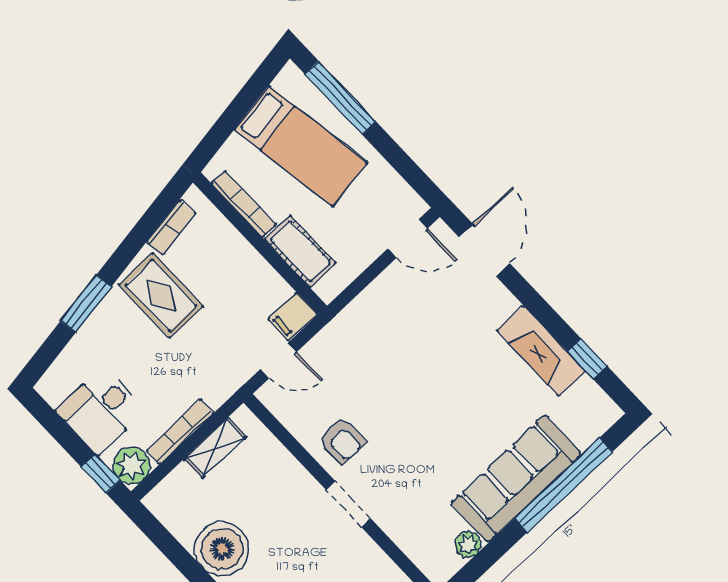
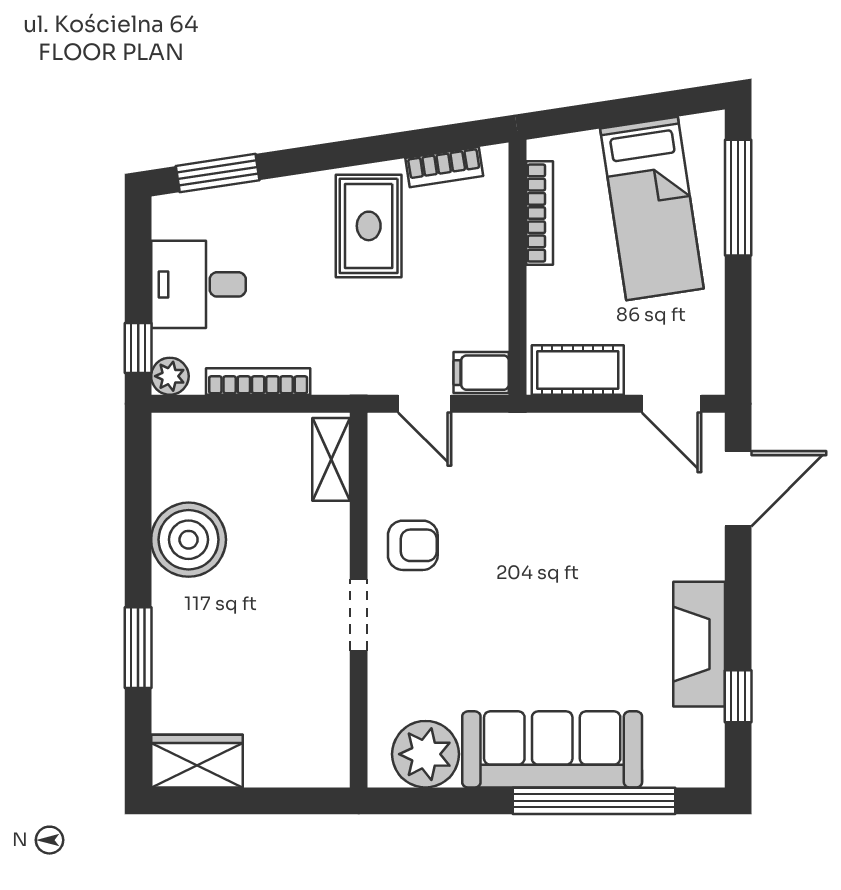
cot: (300, 251) -> (578, 370), moved, turned 90
window: (86, 304) -> (218, 173), moved
armchair: (342, 441) -> (413, 545), turned -90
shelving: (215, 448) -> (331, 459), moved, turned 90
plant: (131, 465) -> (170, 376), width x0.73, depth x0.73
plant: (468, 544) -> (425, 754), width x1.88, depth x1.88

